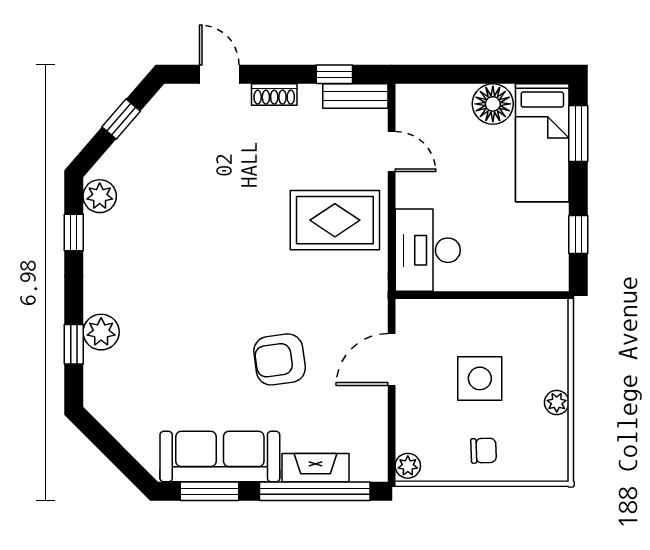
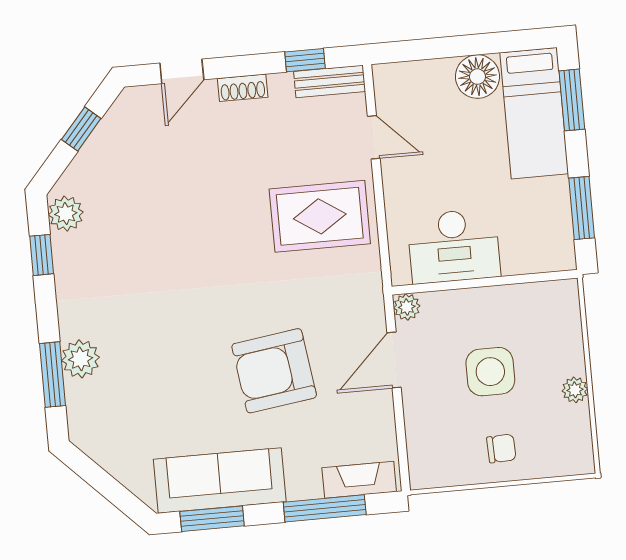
door: (219, 74) -> (182, 71), swing flipped
window: (578, 235) -> (582, 208), width x1.50
desk: (428, 250) -> (454, 246), moved, turned -90
window: (74, 344) -> (52, 375), width x1.50
armchair: (280, 359) -> (274, 371), width x1.36, depth x1.36
plant: (408, 466) -> (407, 307), moved
fireplace: (315, 468) -> (359, 480), moved
window: (315, 491) -> (325, 508), width x0.68

